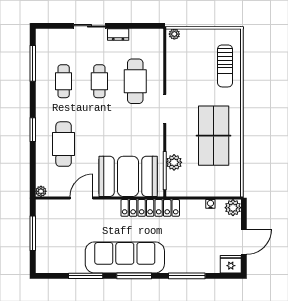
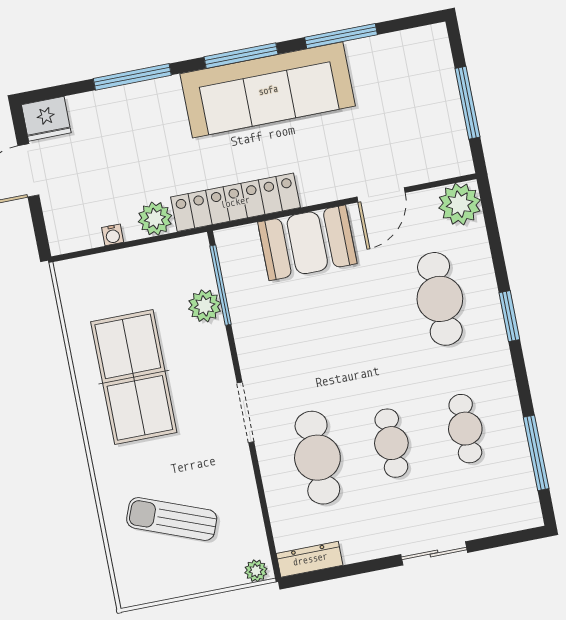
dresser: (118, 34) -> (310, 559), moved, width x1.44
sun lounger: (225, 66) -> (172, 519), moved, turned -69
booth: (128, 176) -> (307, 243), width x0.73, depth x0.70
plant: (41, 191) -> (460, 204), width x1.88, depth x1.88
plant: (233, 208) -> (155, 219), moved

